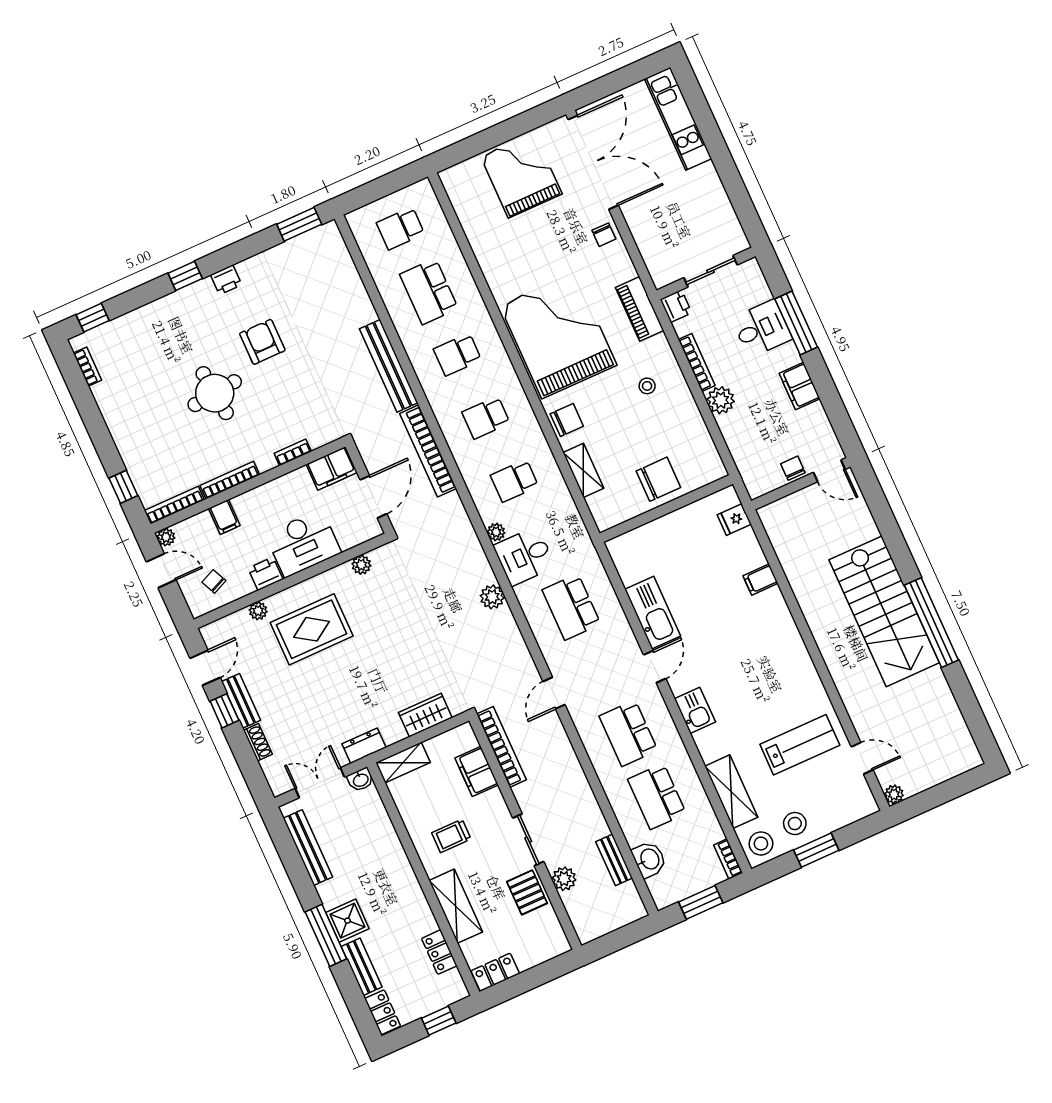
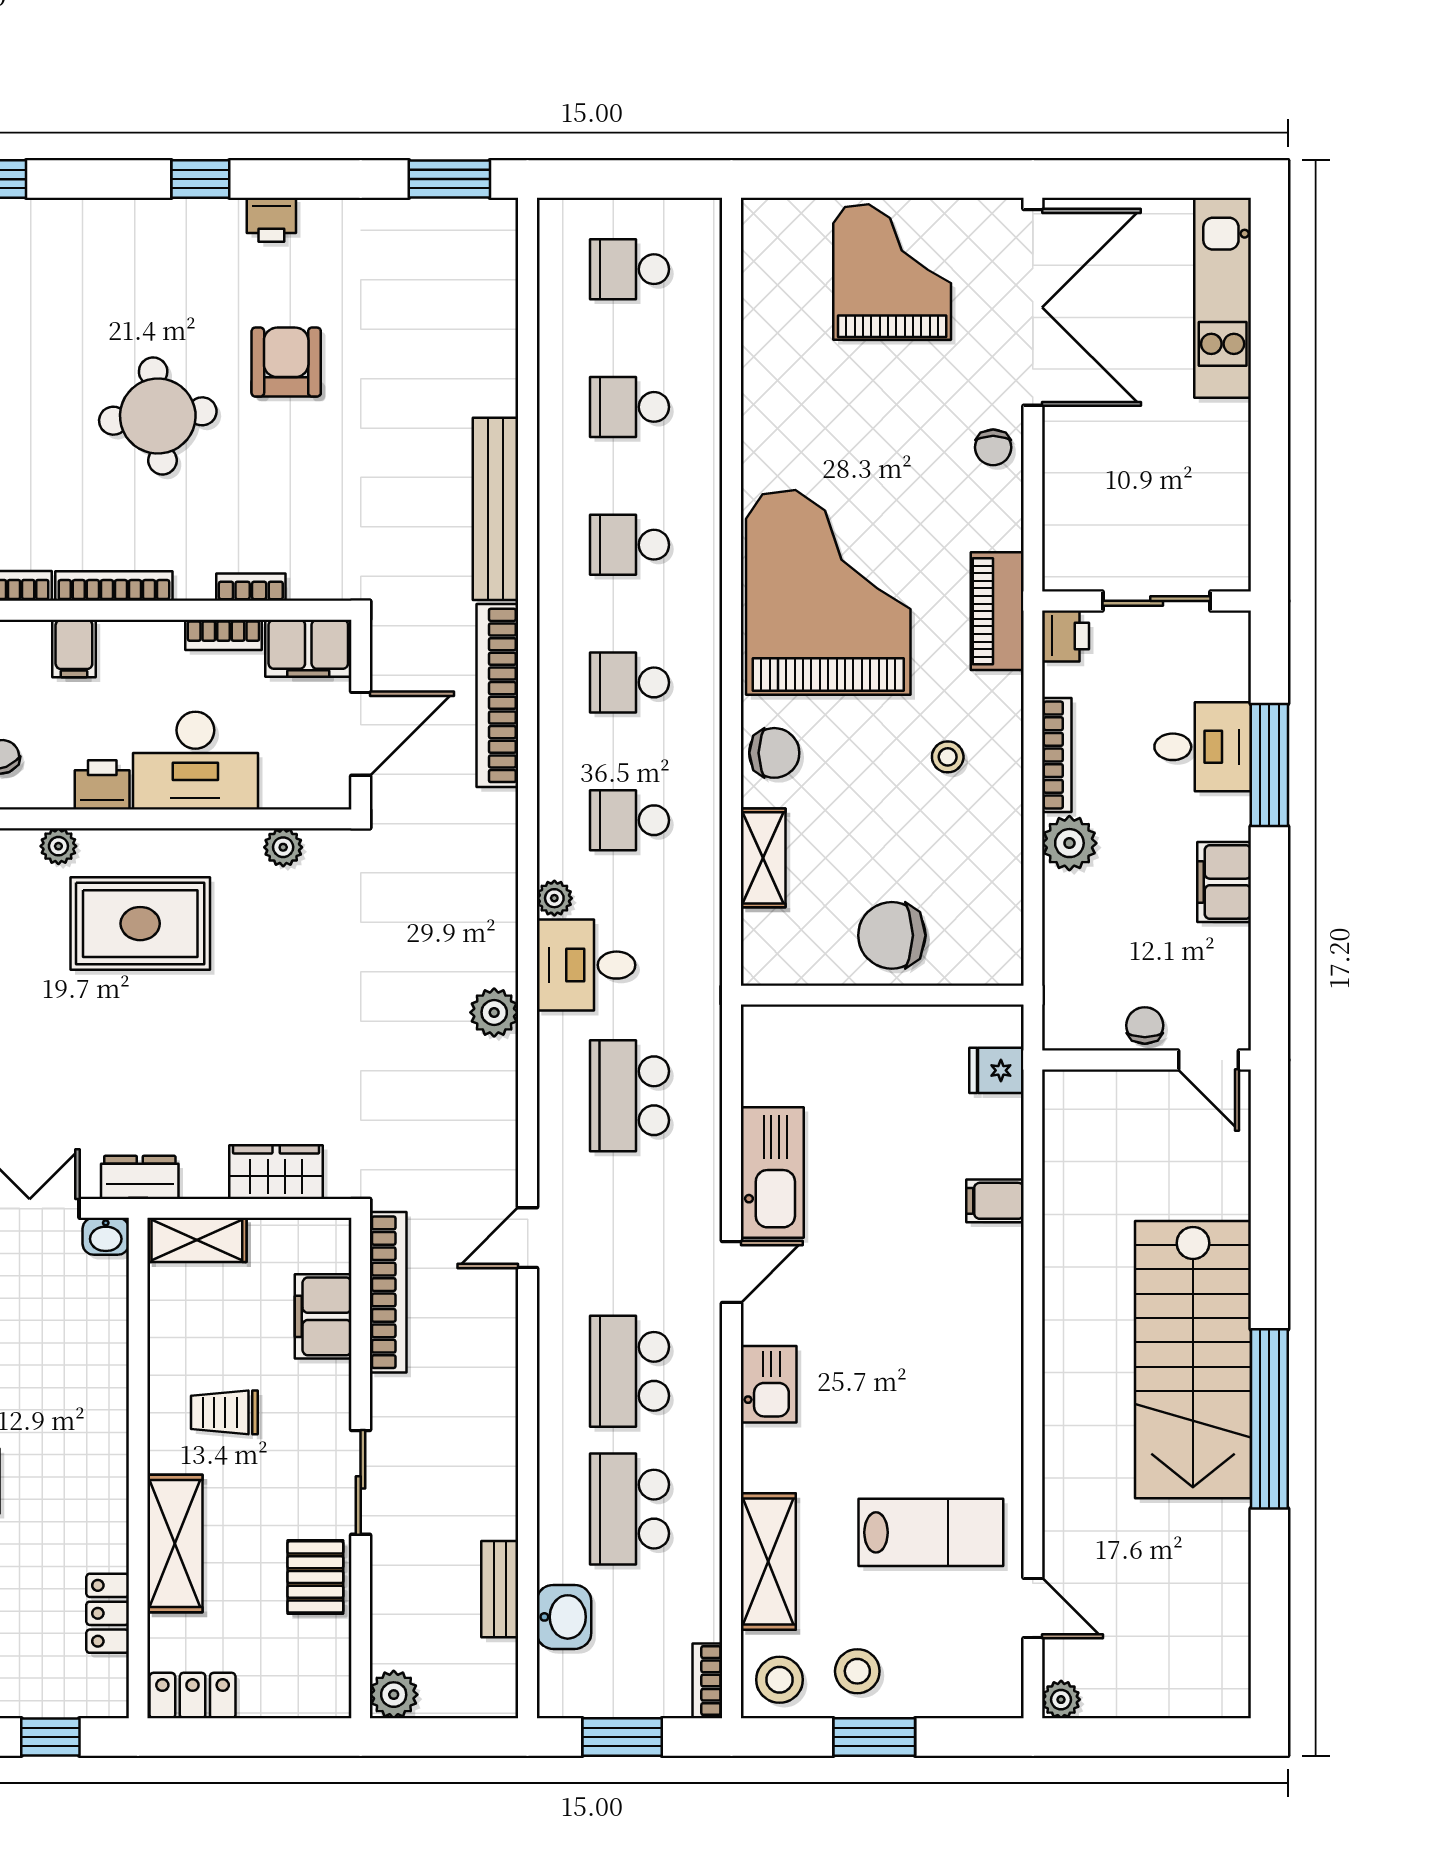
school desk: (429, 291) -> (630, 407), width x0.54
chair: (658, 479) -> (892, 935), turned 180
bookcase: (290, 480) -> (223, 635), added
plant: (564, 879) -> (394, 1695), moved

